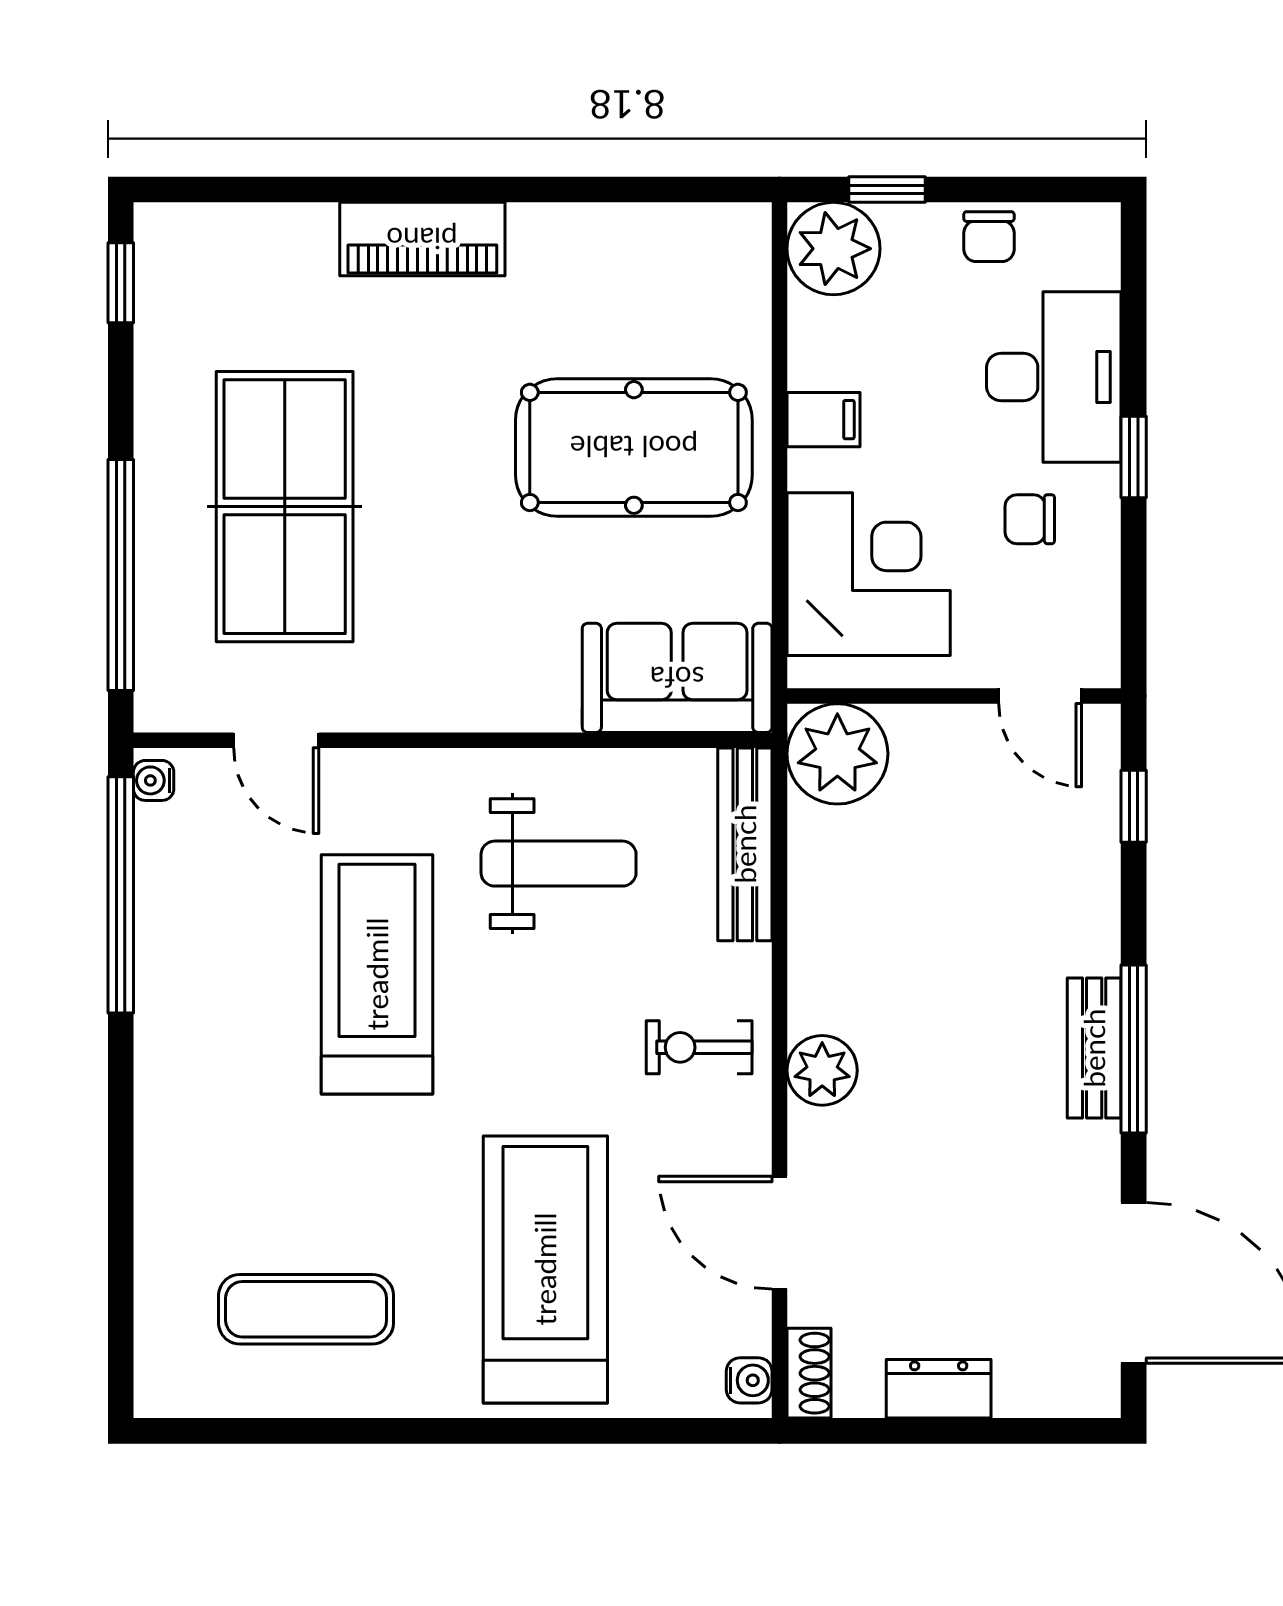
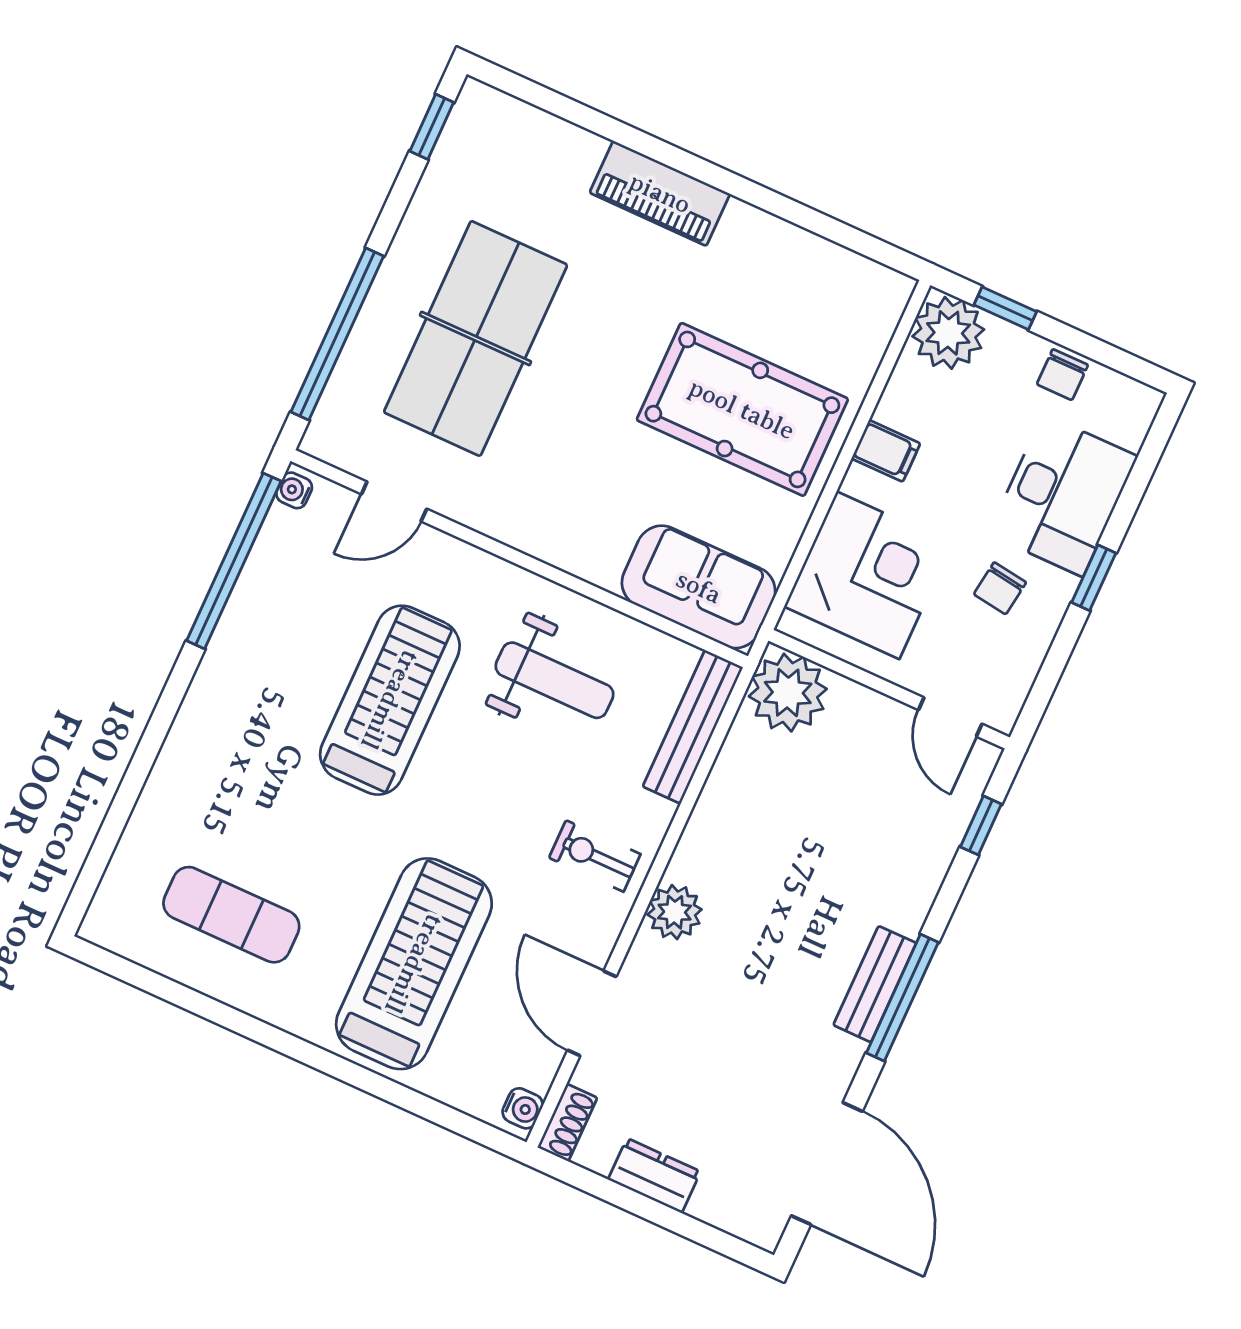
chair: (1030, 519) -> (1000, 588), turned -82
door: (276, 740) -> (394, 502), hinge flipped

